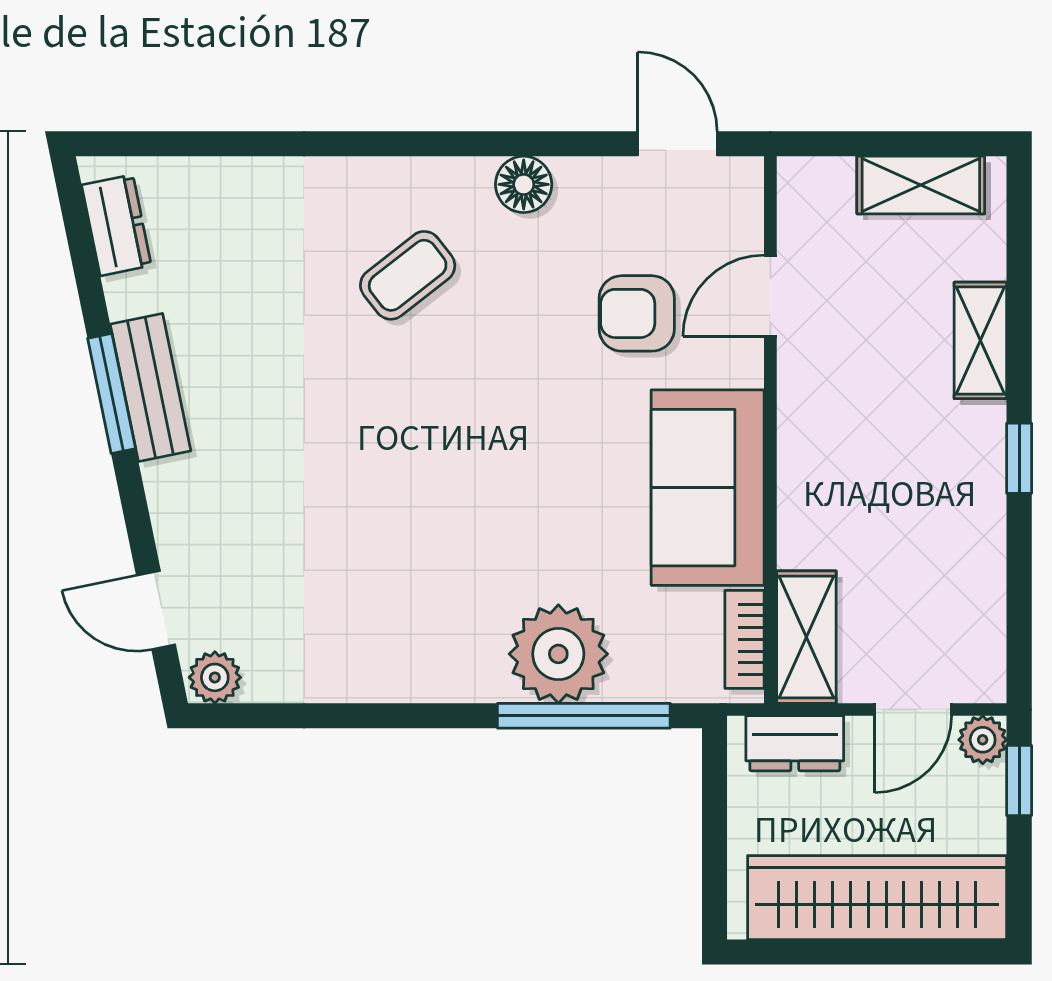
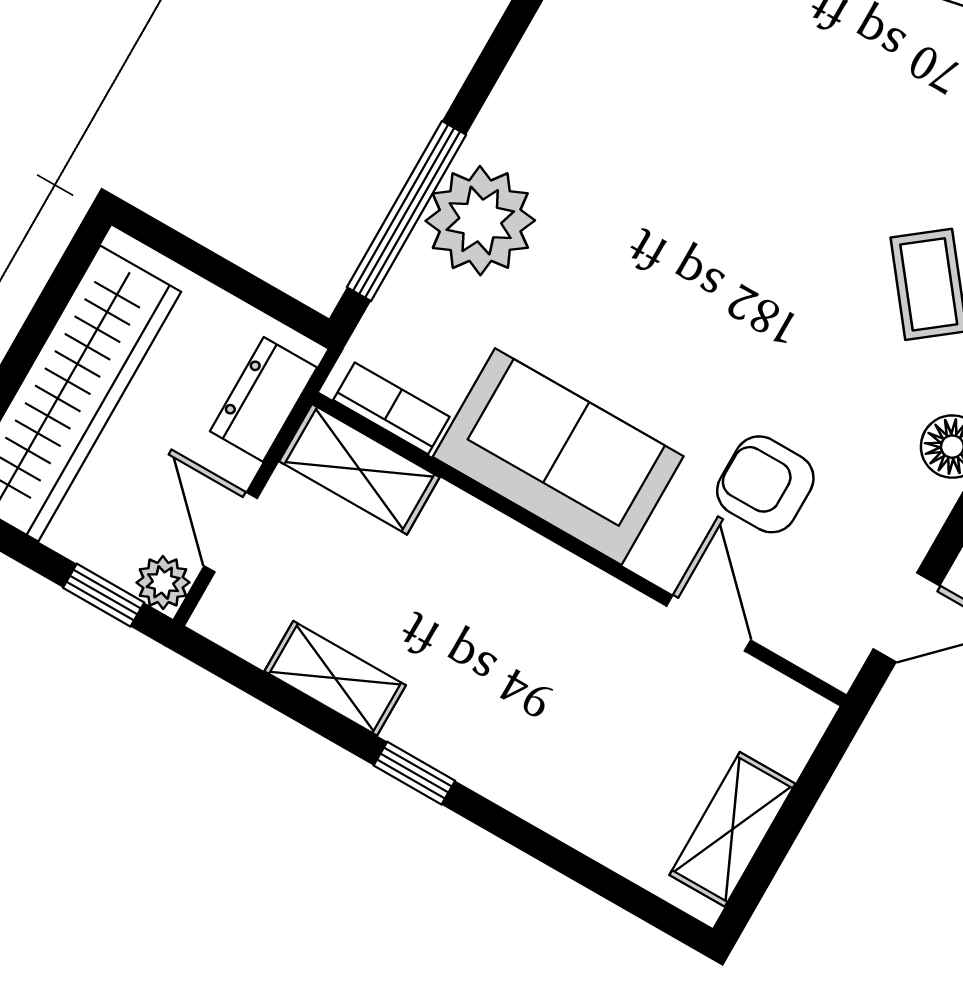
armchair: (637, 313) -> (765, 484), turned -90
shelving: (980, 340) -> (335, 678), moved

